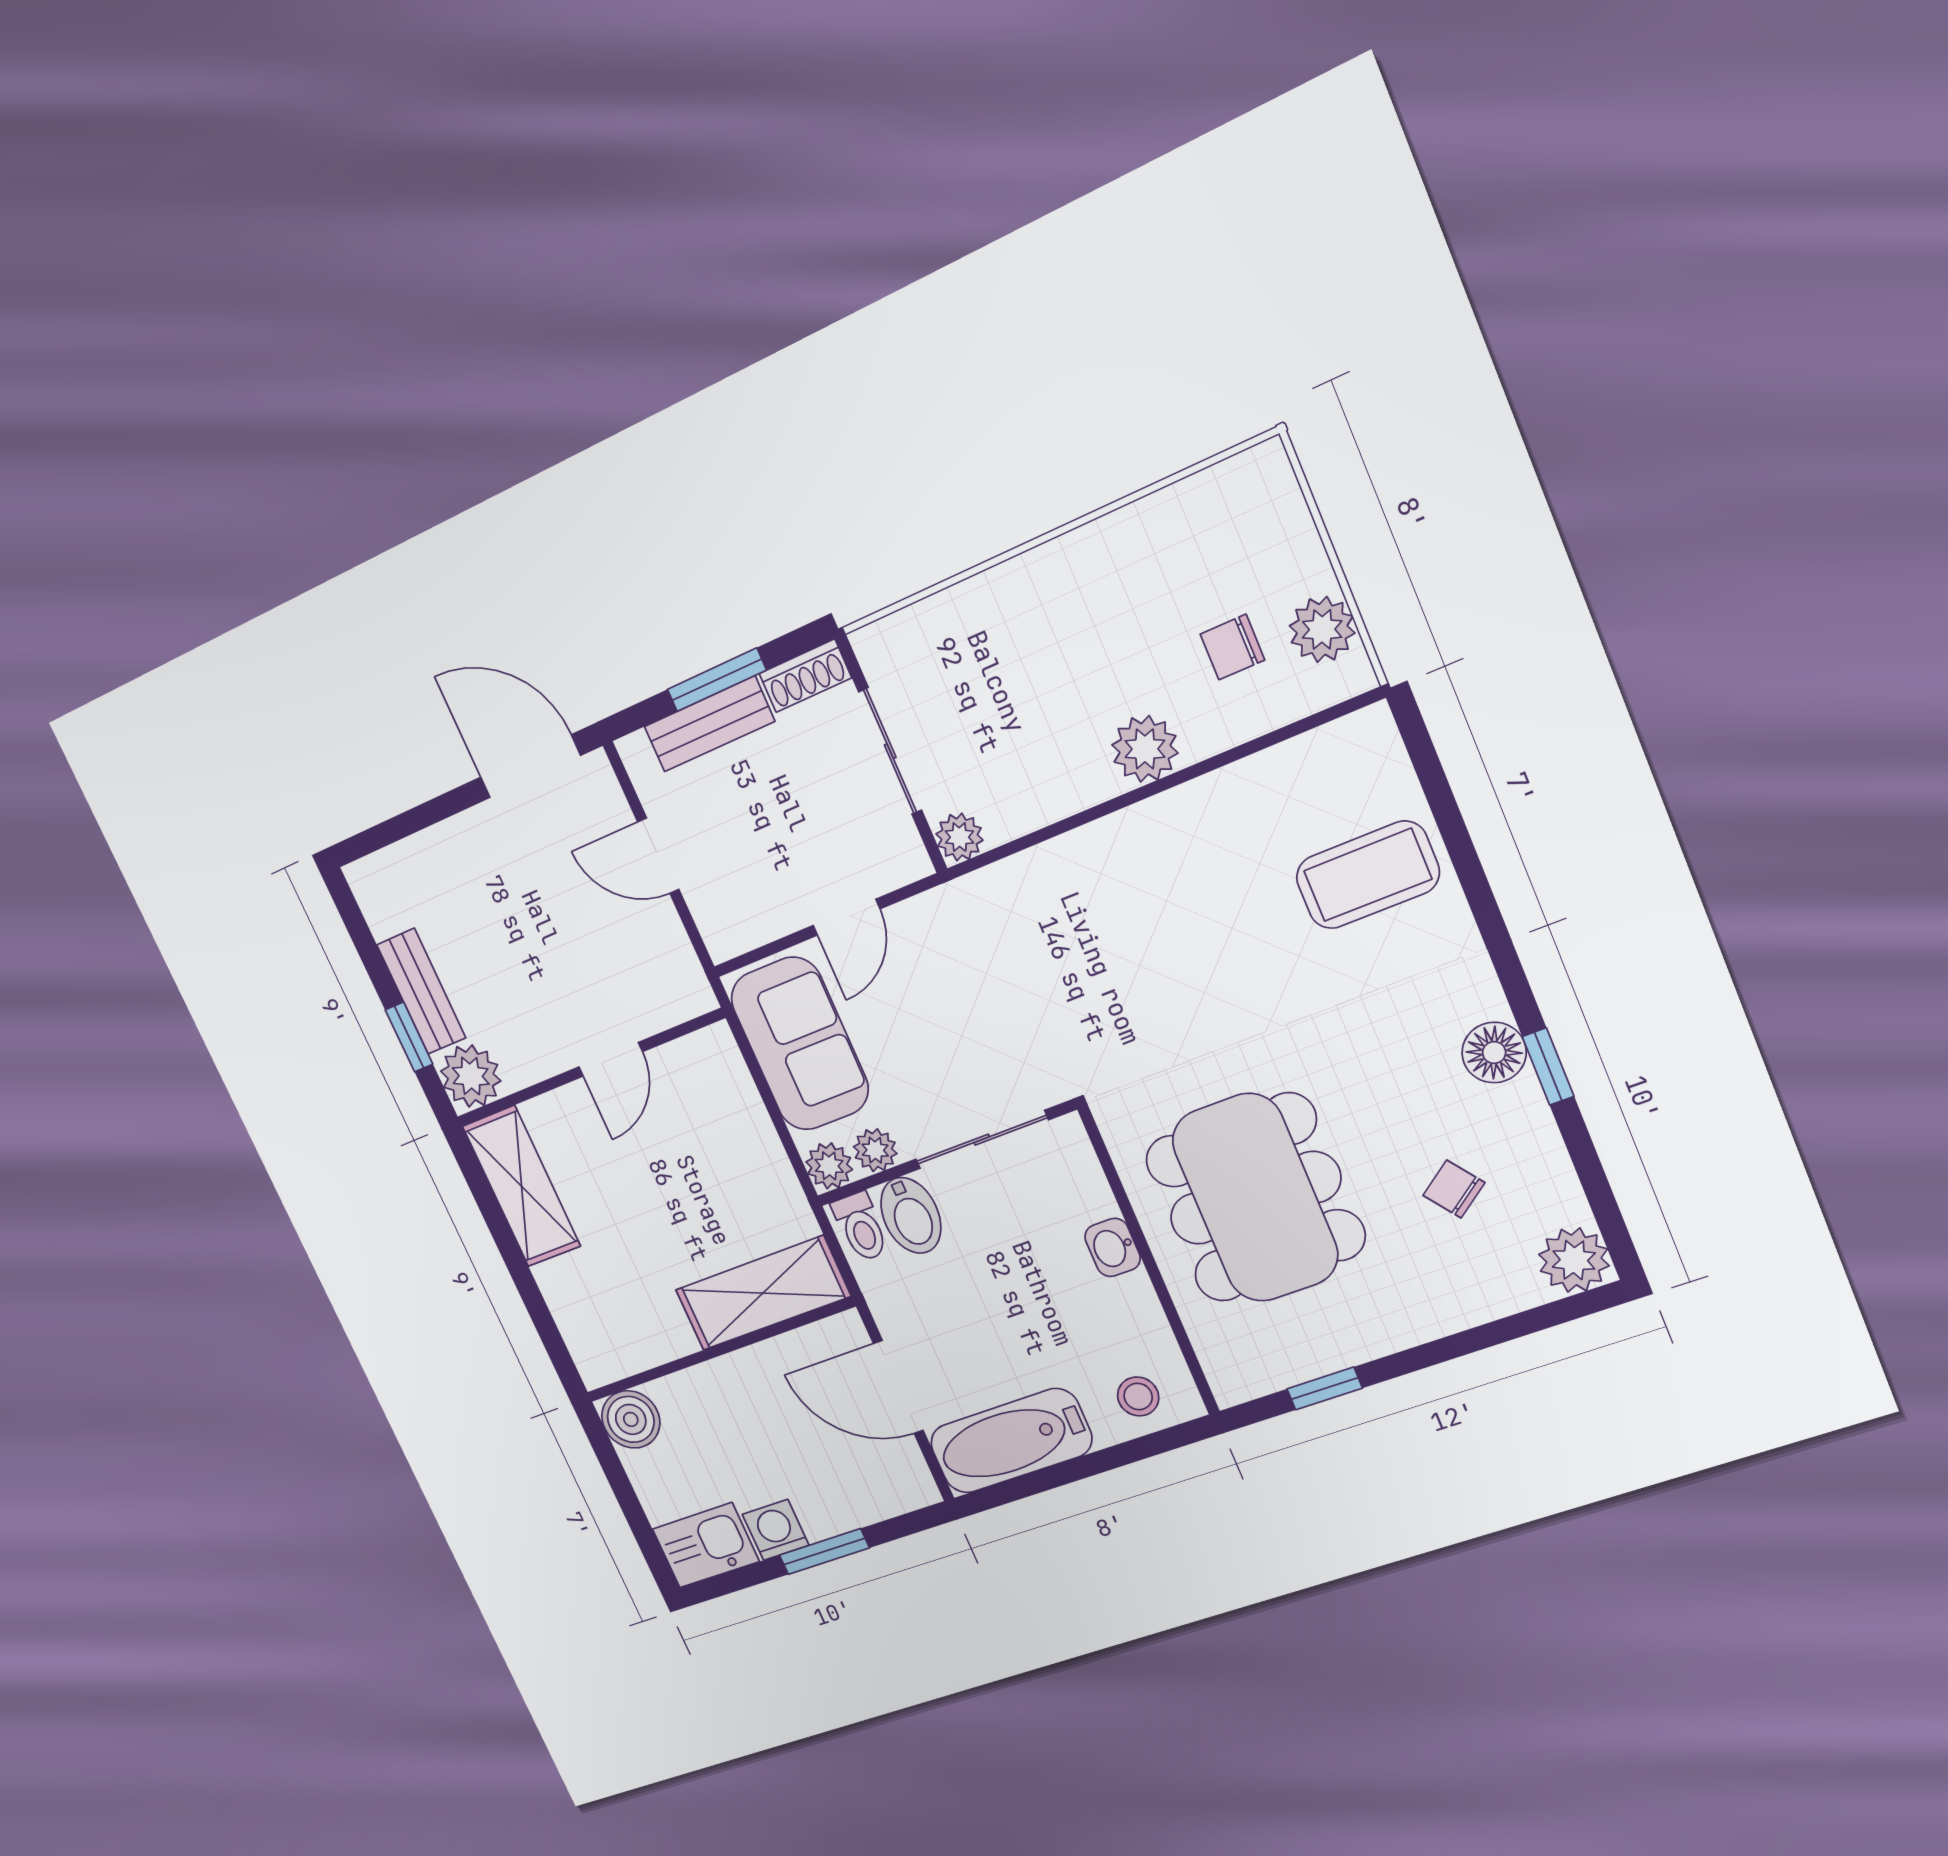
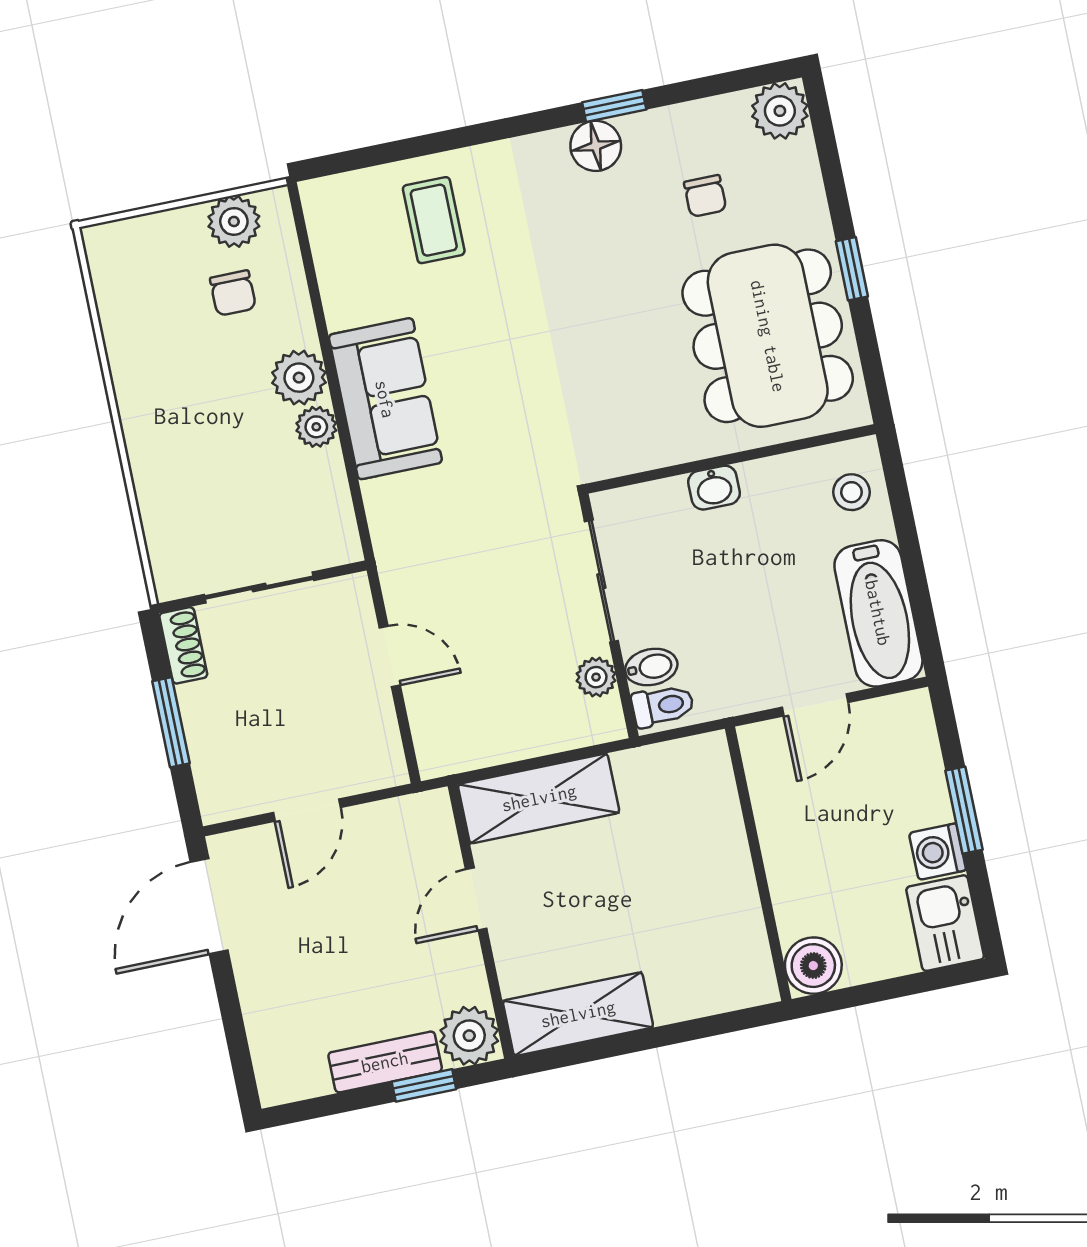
bench: (709, 724) -> (206, 738), removed
plant: (959, 837) -> (316, 427), moved
coffee table: (1368, 875) -> (434, 220), width x0.73, depth x0.77
sofa: (800, 1044) -> (385, 399), moved, turned 90
door: (611, 1059) -> (476, 899), swing flipped
plant: (829, 1166) -> (604, 722), removed
chair: (1454, 1189) -> (705, 196), turned -53
dining table: (1255, 1198) -> (768, 336), moved, turned 90
bidet: (911, 1215) -> (651, 667), width x0.72, depth x0.74
shelving: (763, 1293) -> (539, 798), moved, turned 90
door: (898, 1387) -> (815, 705), width x0.73
window: (1325, 1388) -> (852, 269), moved

